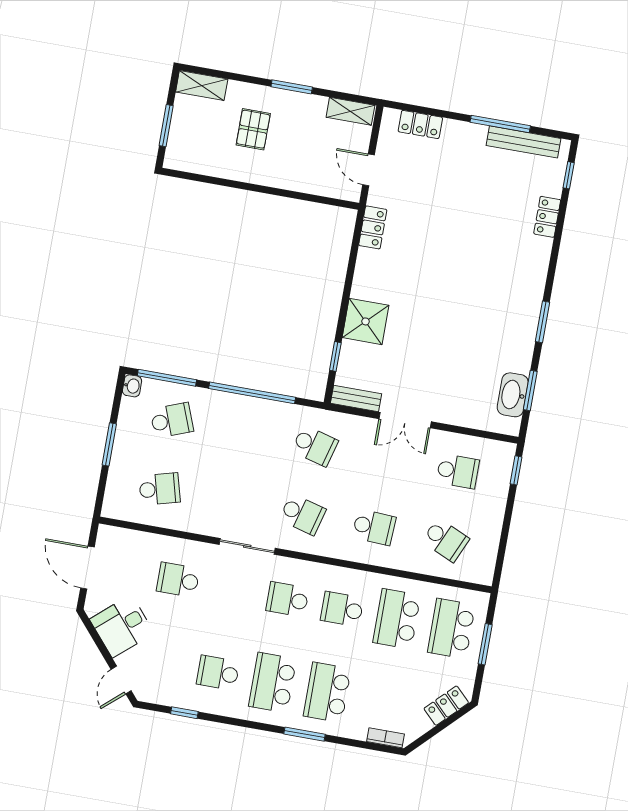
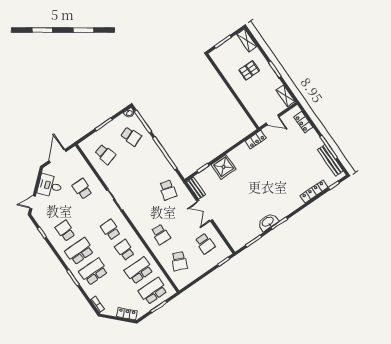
door: (369, 170) -> (273, 120), swing flipped
locker: (547, 217) -> (314, 192), width x1.53
washbasin: (513, 395) -> (268, 222), moved
school desk: (303, 514) -> (142, 208), removed

